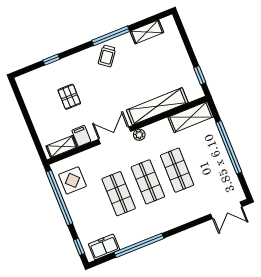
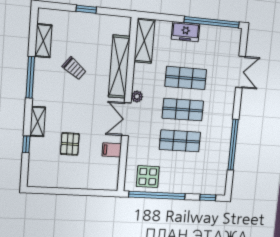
trolley: (107, 56) -> (74, 68), moved
window: (200, 75) -> (86, 9), moved
pallet: (69, 97) -> (70, 144), turned 90
shelving: (62, 147) -> (38, 121), moved
window: (229, 147) -> (212, 22), moved
double door: (226, 210) -> (241, 72), moved
freezer: (104, 247) -> (186, 32), moved, turned -90

